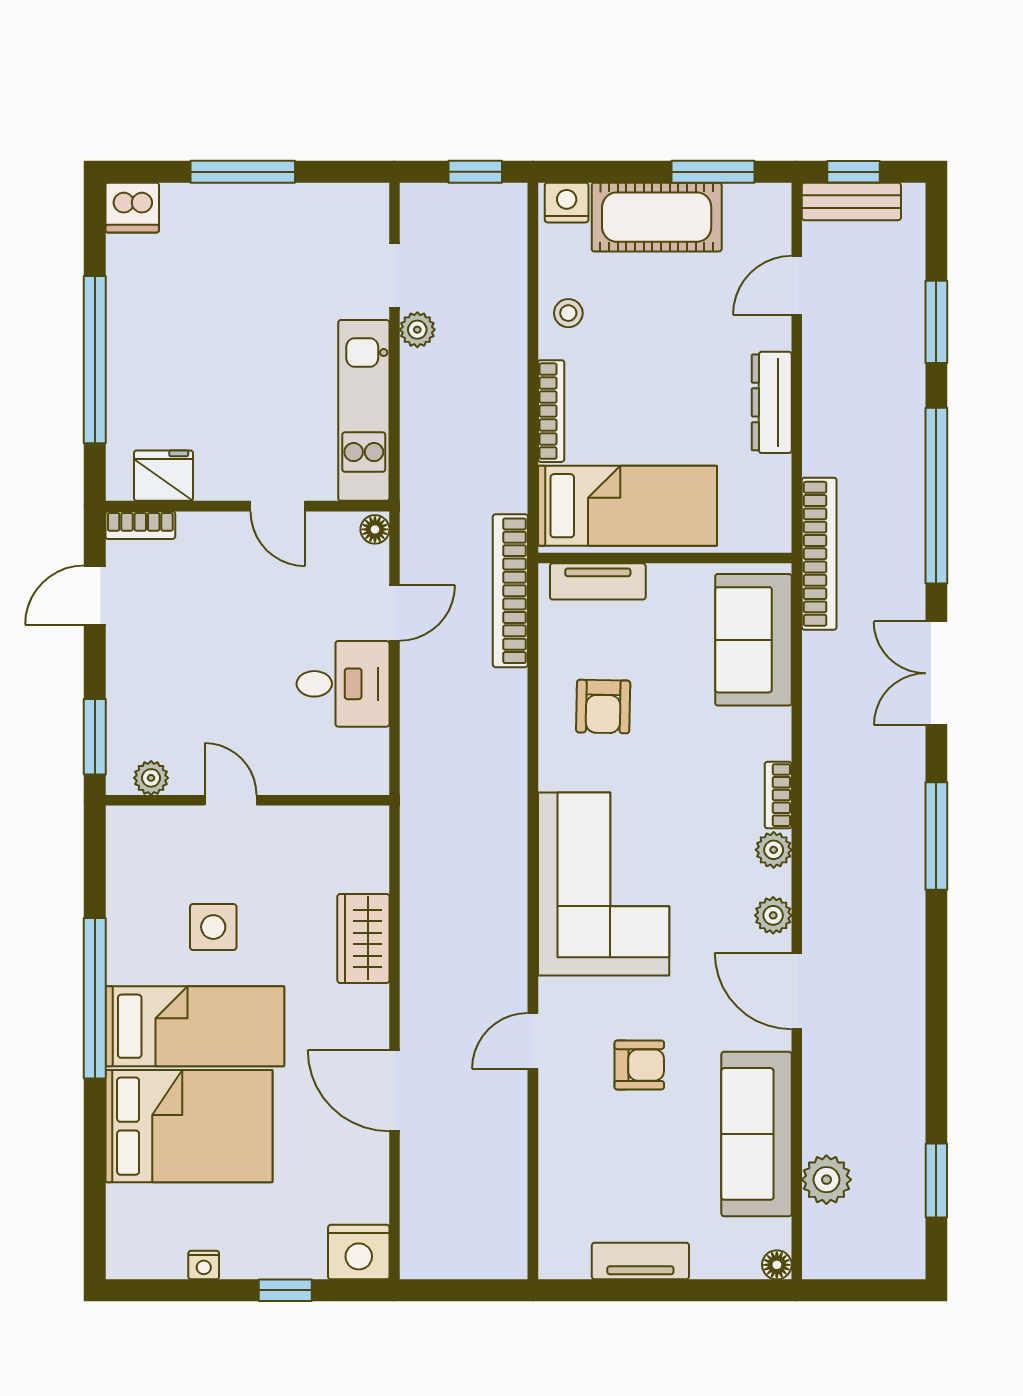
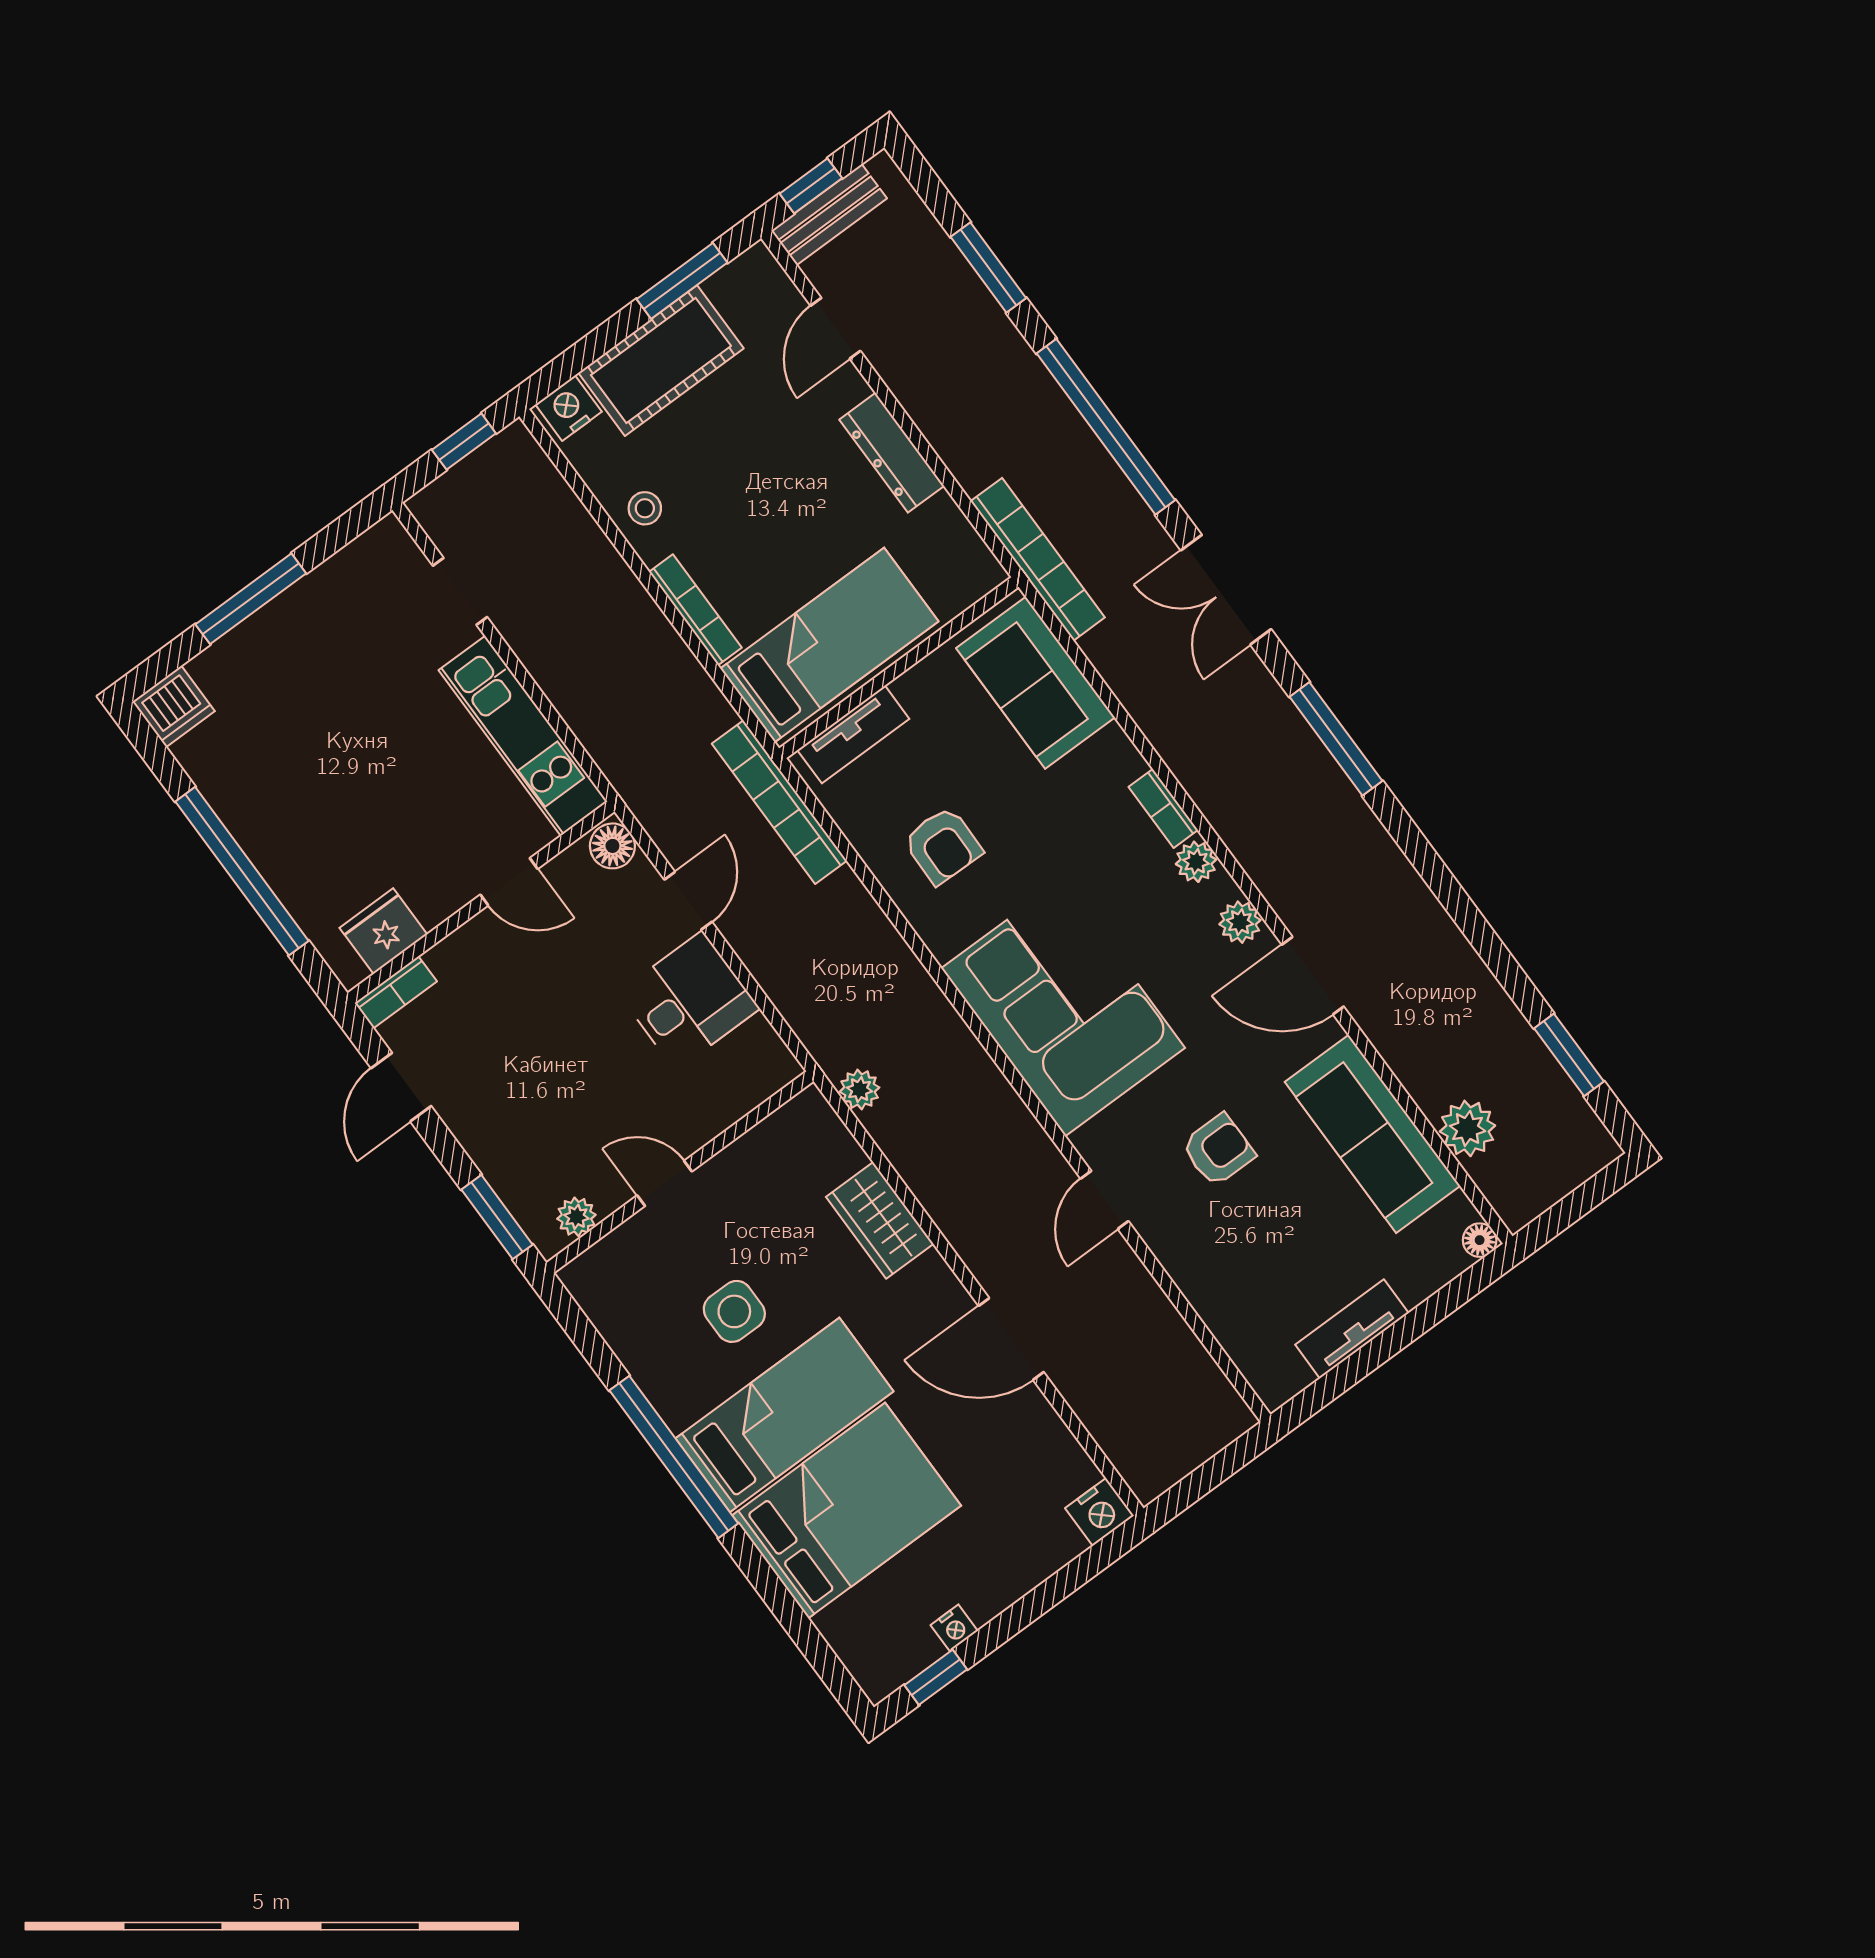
plant: (417, 330) -> (860, 1090), moved
floor lamp: (375, 529) -> (612, 846), width x1.37, depth x1.37
nightstand: (359, 1252) -> (1100, 1512), width x0.74, depth x0.75
window: (285, 1290) -> (936, 1677), moved

